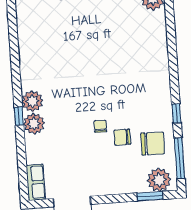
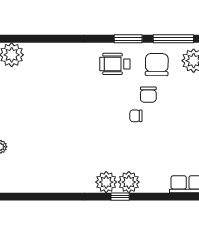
wheelchair: (151, 102) -> (115, 64), added
window: (176, 113) -> (128, 39), width x1.50

